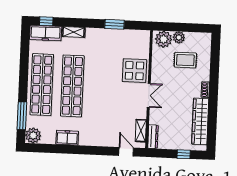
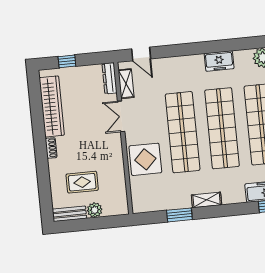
shelving: (74, 32) -> (207, 200), moved
bench: (199, 37) -> (69, 214), added
plant: (164, 39) -> (114, 205), removed
shop shelf: (103, 87) -> (183, 132), added
double door: (149, 95) -> (121, 116), moved

